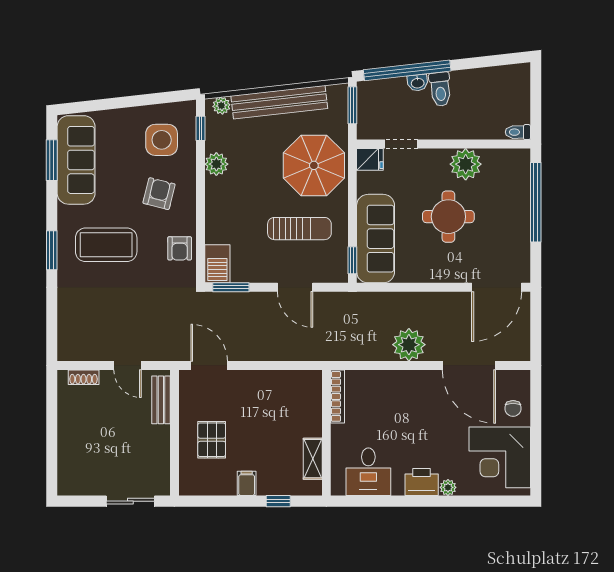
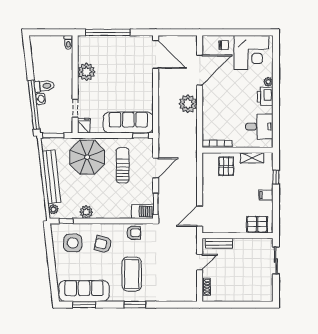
round table: (448, 217) -> (116, 82), removed
pallet: (298, 413) -> (226, 166), added
pallet: (212, 440) -> (257, 224), moved

